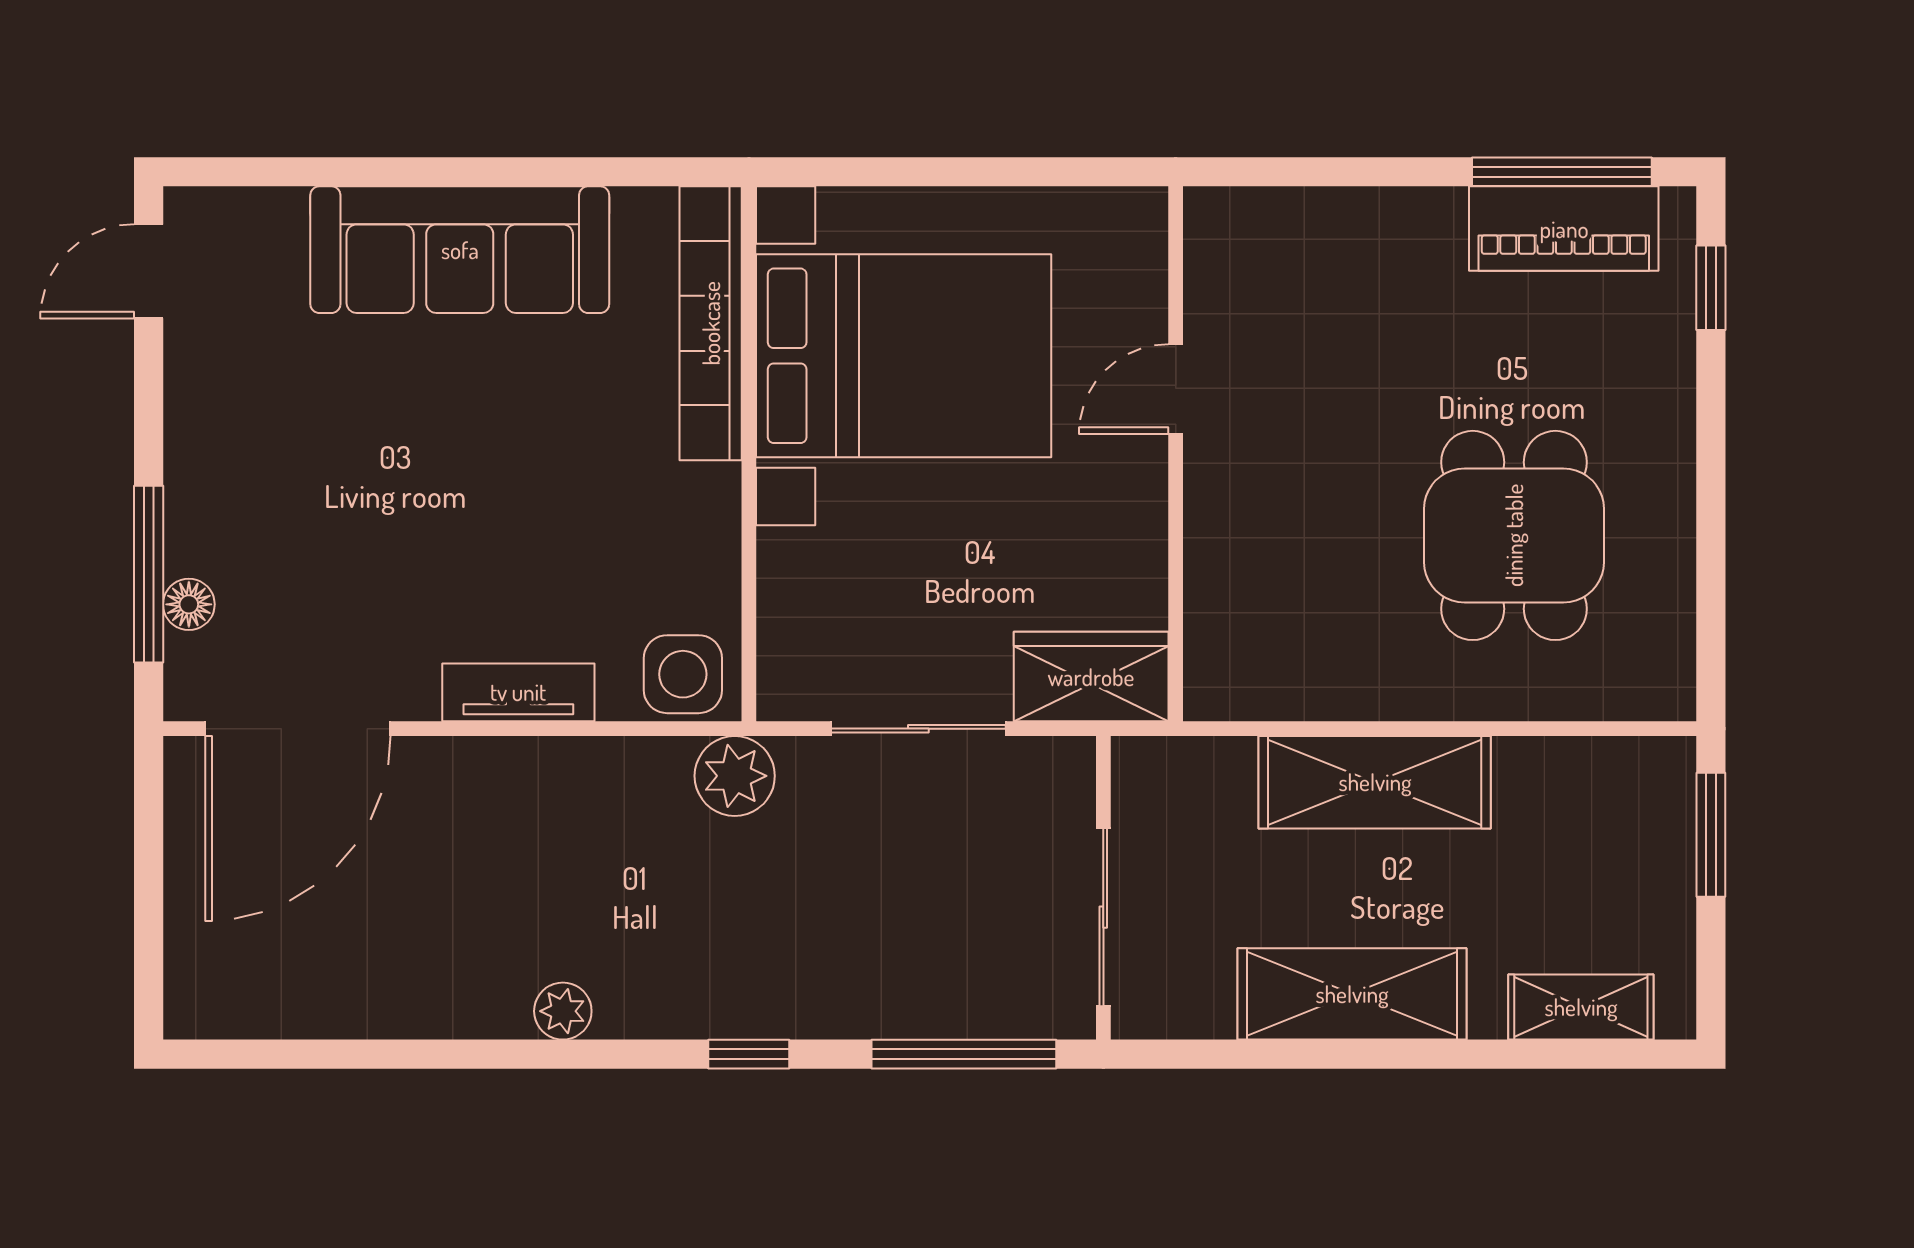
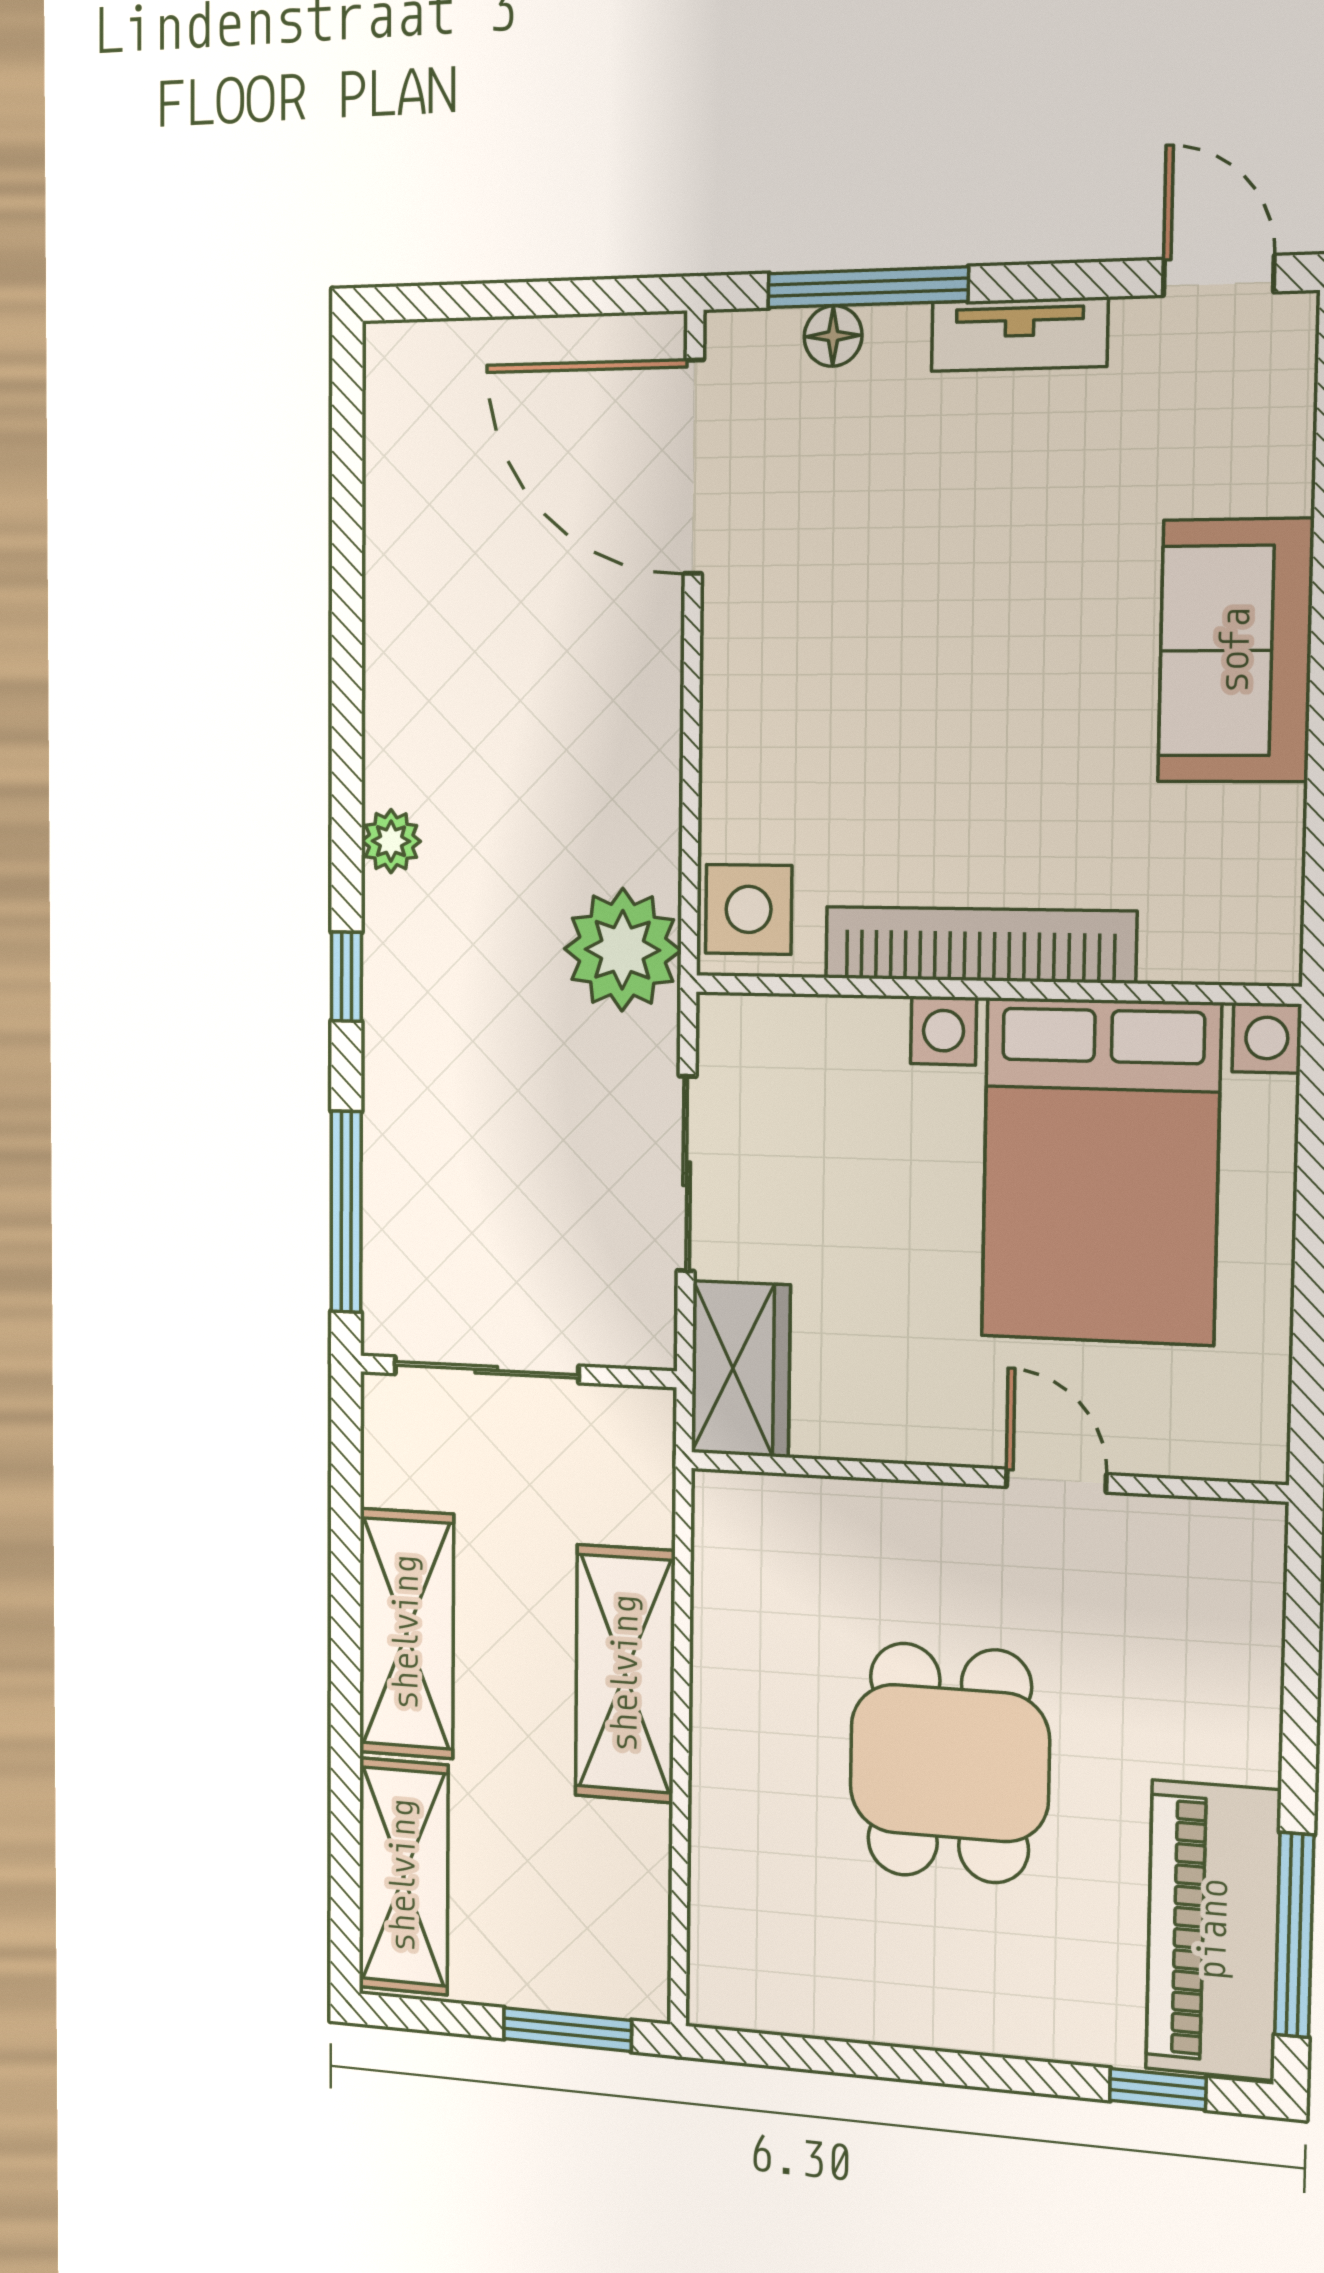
piano: (1564, 229) -> (1213, 1930), width x1.37, depth x1.33
sofa: (460, 250) -> (1235, 651), width x0.73
bookcase: (711, 323) -> (980, 945), moved
dining table: (1514, 535) -> (949, 1763), moved, turned 90
tv unit: (518, 692) -> (1019, 334), moved, turned 90
plant: (735, 776) -> (622, 950), width x1.36, depth x1.36
shelving: (1581, 1007) -> (403, 1876), width x1.50, depth x1.33
plant: (563, 1011) -> (391, 841), moved

